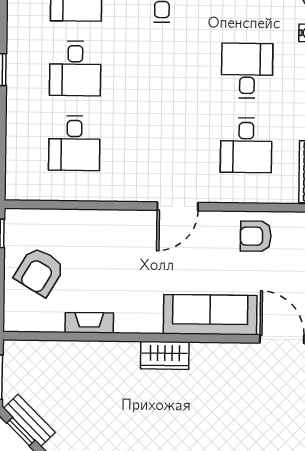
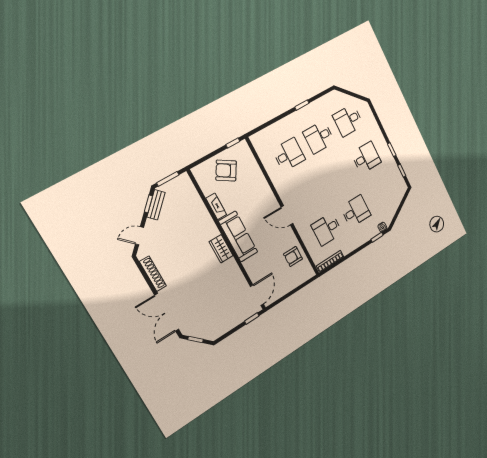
desk: (74, 143) -> (289, 155), turned 180
armchair: (256, 236) -> (293, 256), turned -90
sofa: (210, 315) -> (238, 236), moved

